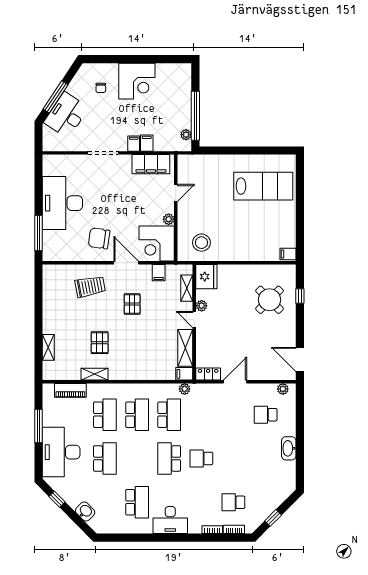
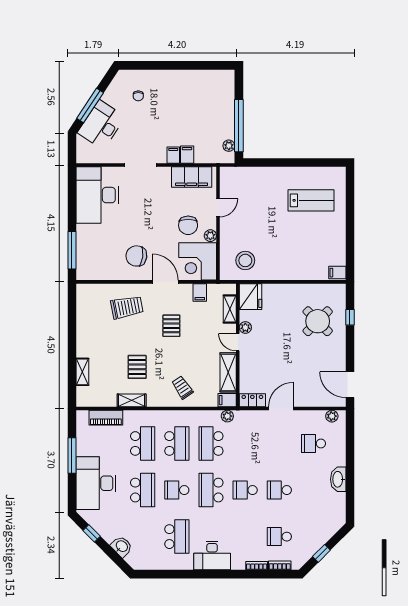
corner desk: (137, 81) -> (177, 89), removed
lab bench: (263, 186) -> (311, 200), width x0.73, depth x0.72
desk: (62, 203) -> (97, 195), moved
chair: (148, 210) -> (188, 225), added
trolley: (142, 362) -> (182, 388), added
school desk: (169, 415) -> (211, 443), turned 180
school desk: (137, 458) -> (177, 490), added
school desk: (233, 458) -> (279, 490), added

